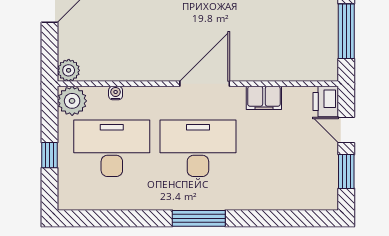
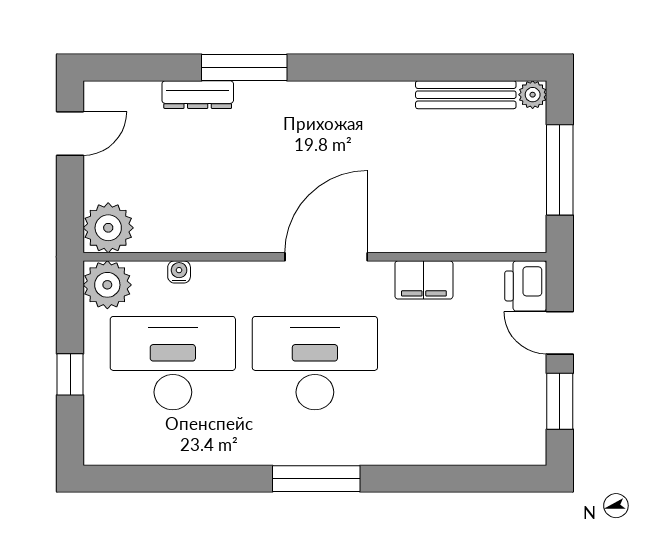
plant: (69, 70) -> (108, 228), width x1.36, depth x1.36

